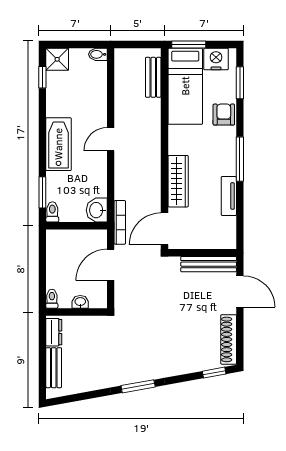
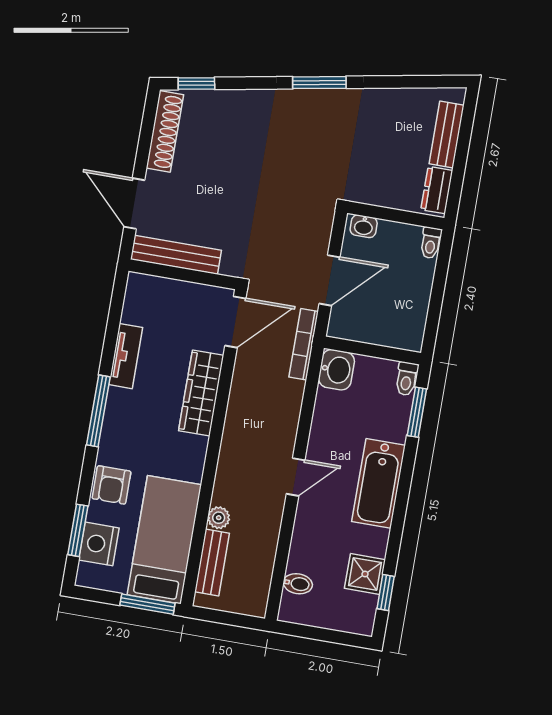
bidet: (98, 54) -> (298, 584), moved
shower: (57, 59) -> (365, 574), moved
nightstand: (216, 59) -> (99, 544), moved, turned 90
plant: (154, 106) -> (219, 518), added
washbasin: (80, 302) -> (364, 226), moved

